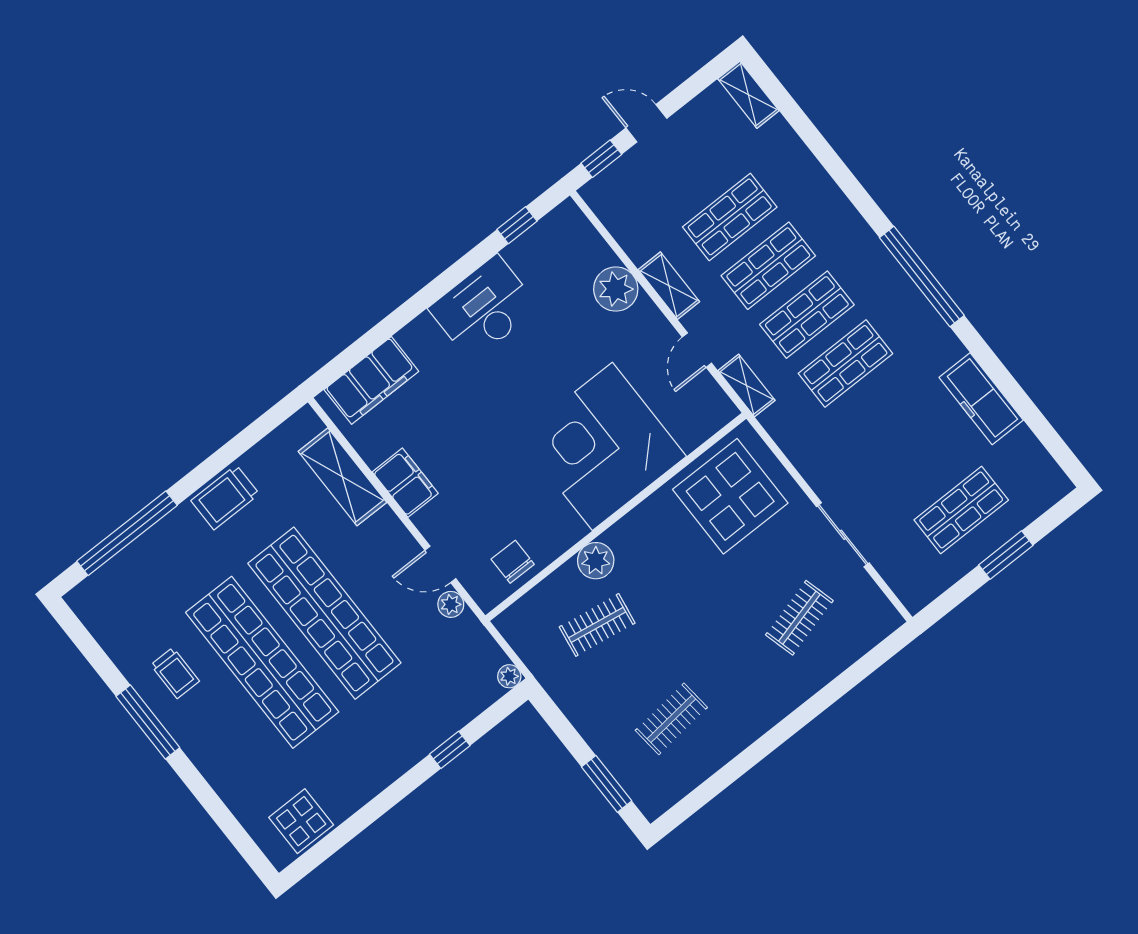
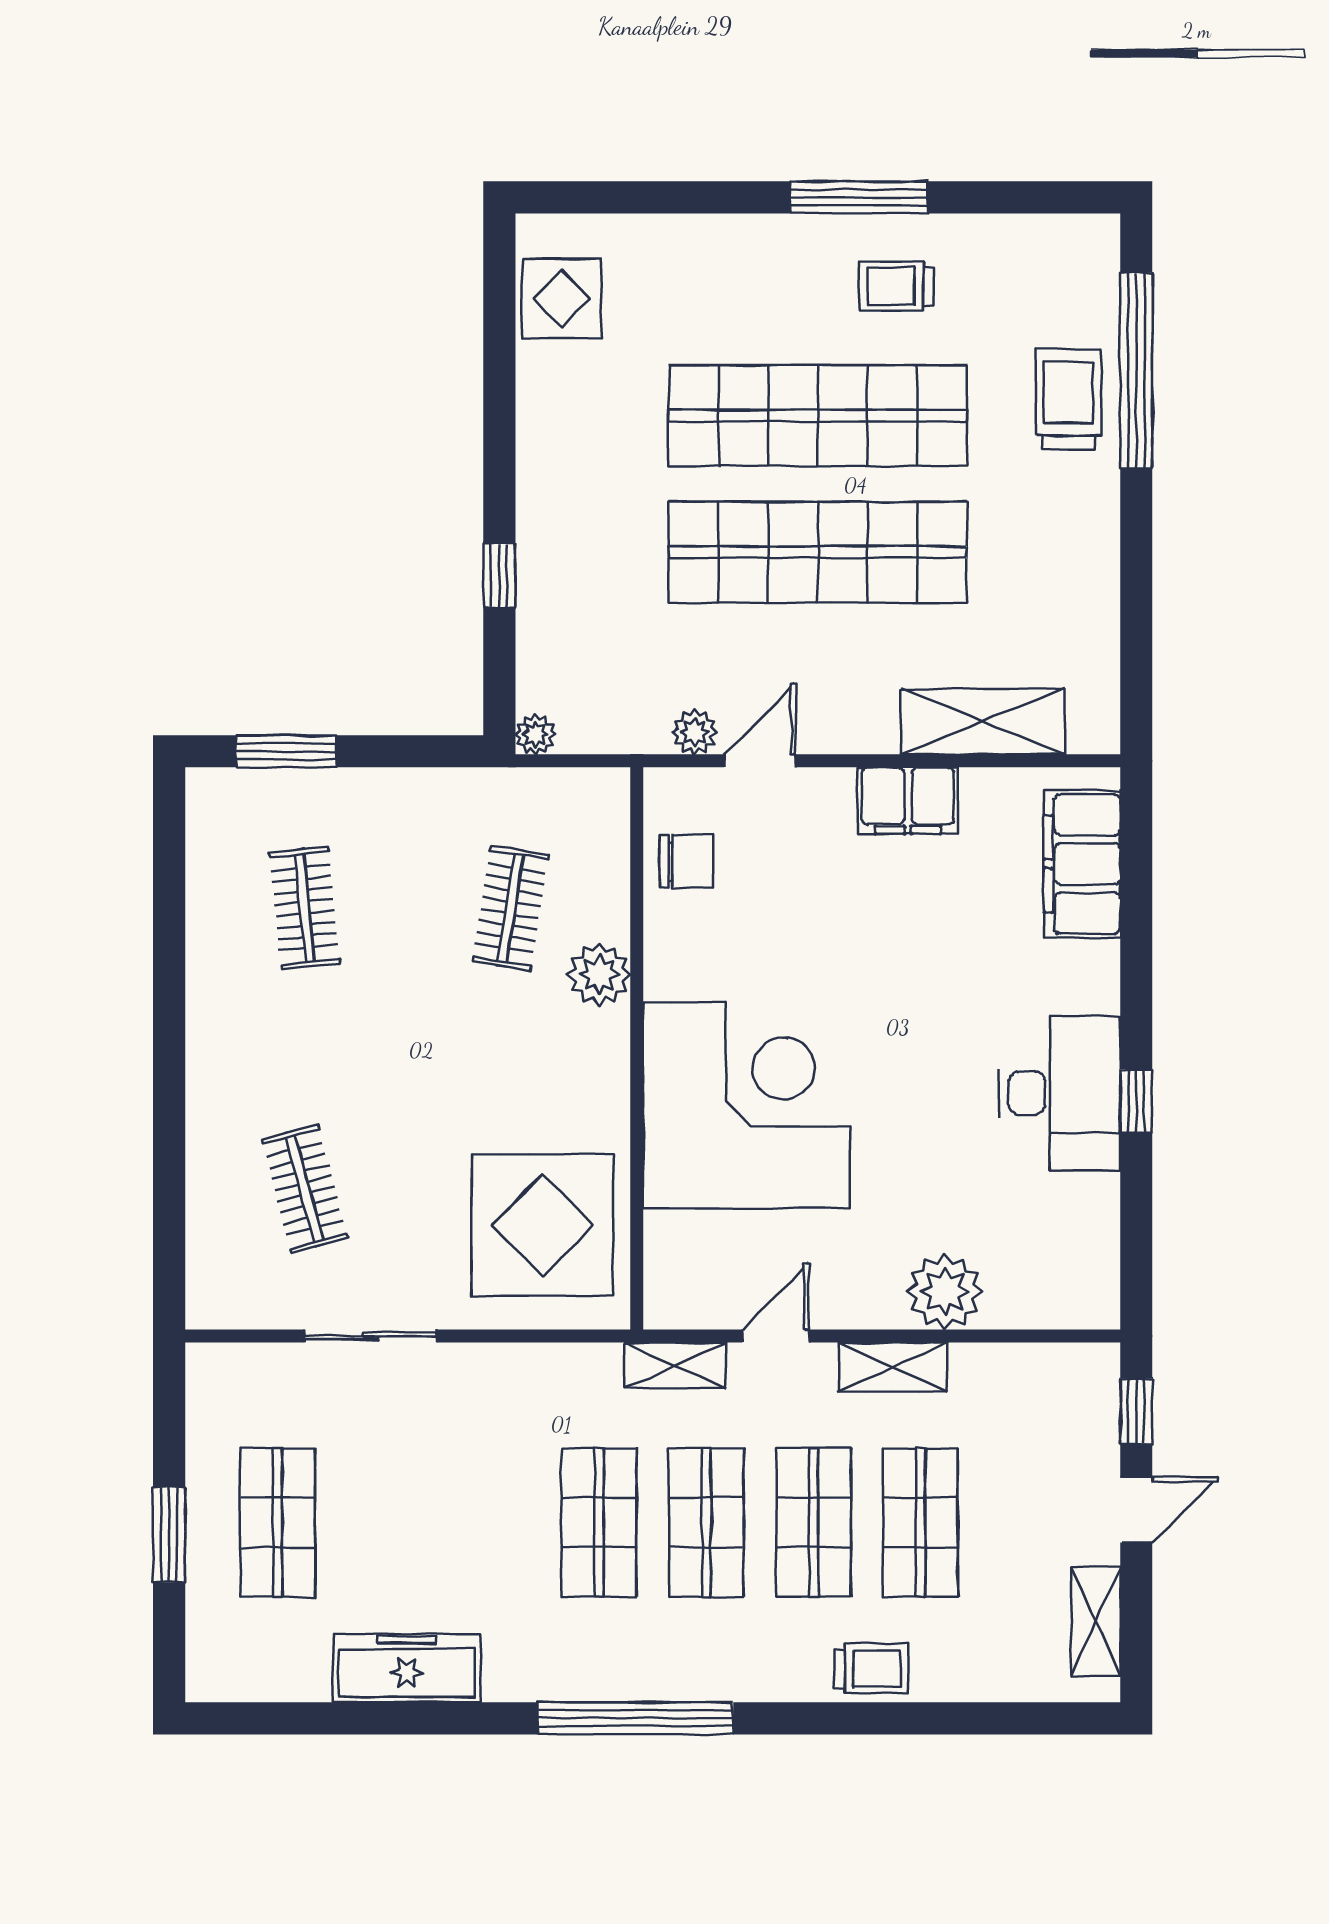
shelving: (748, 95) -> (1096, 1622), moved, turned 90
trolley: (814, 187) -> (871, 1669), added
window: (517, 225) -> (1136, 1101), moved
door: (697, 350) -> (776, 1336), hinge flipped
trolley: (225, 497) -> (1068, 399), moved

